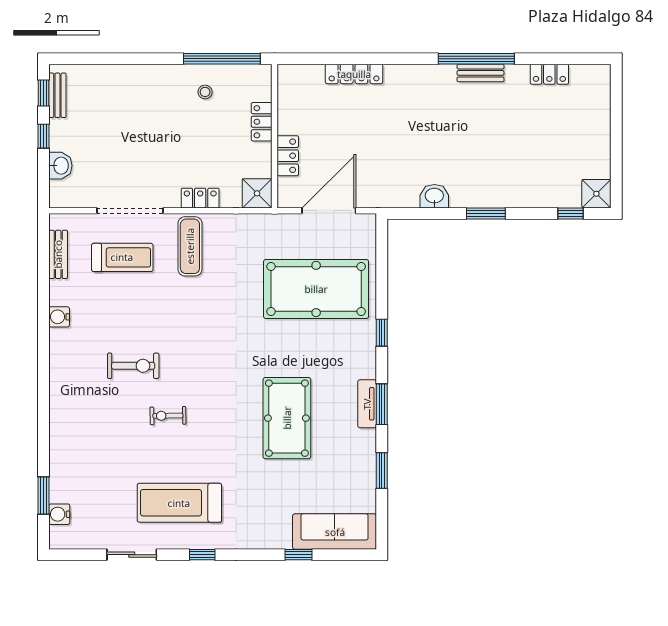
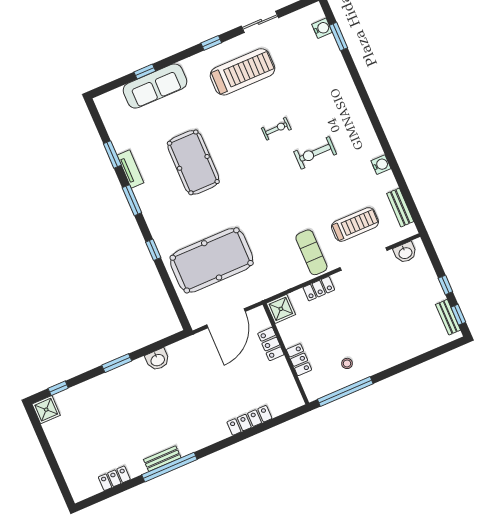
washbasin: (60, 166) -> (405, 253), moved, turned -90
treadmill: (122, 257) -> (355, 224), turned 180
tv unit: (367, 404) -> (130, 169), moved
sofa: (335, 532) -> (155, 86), moved

